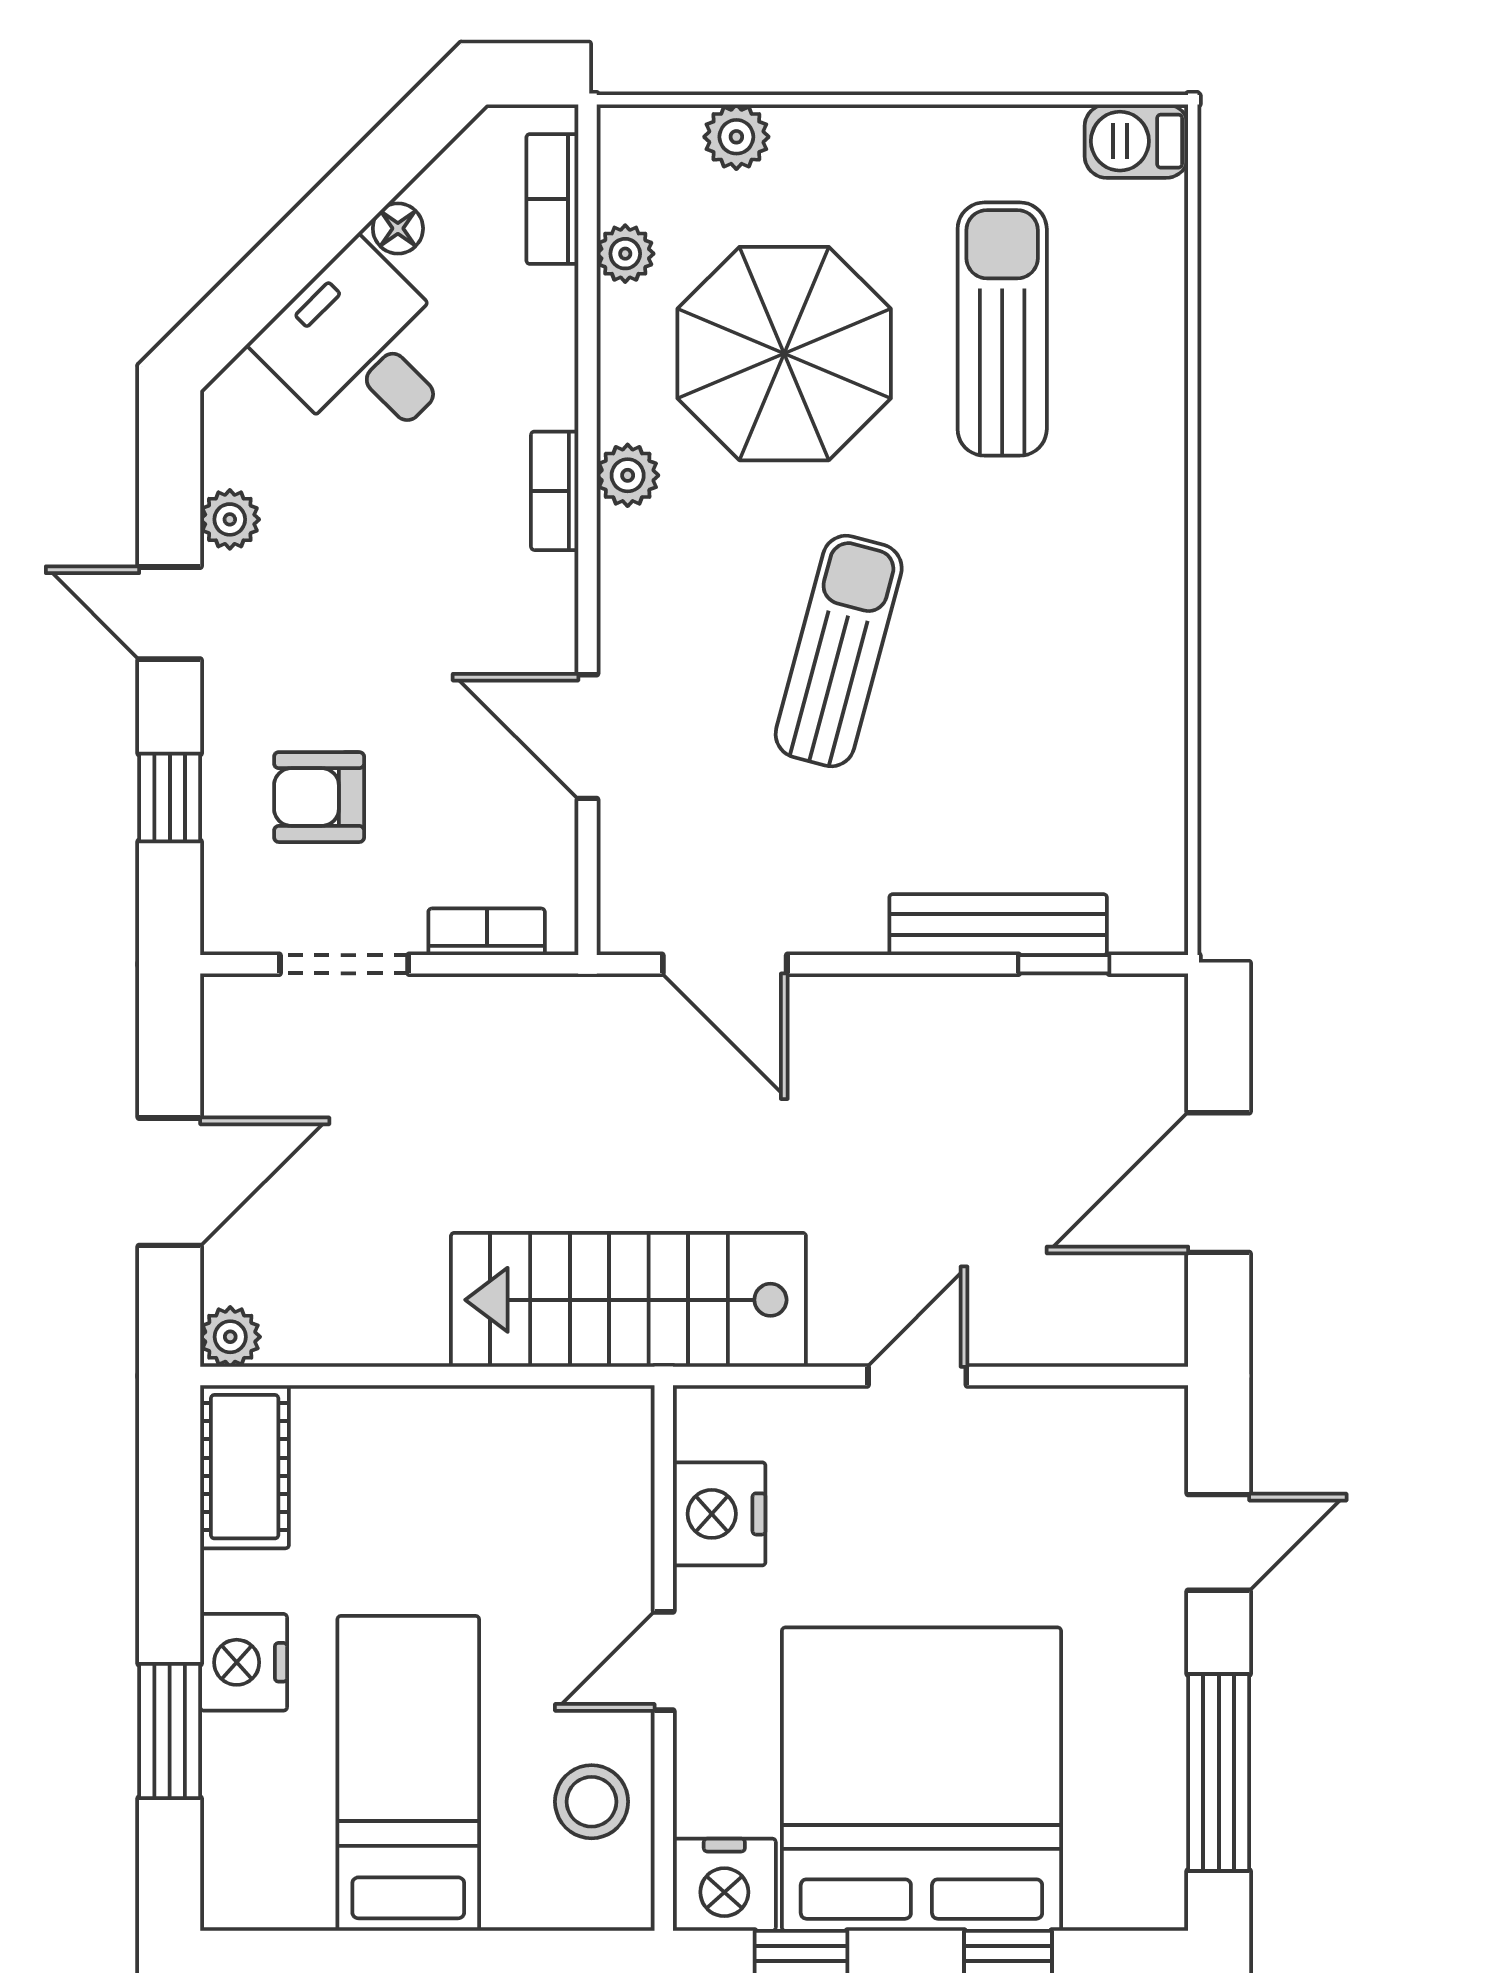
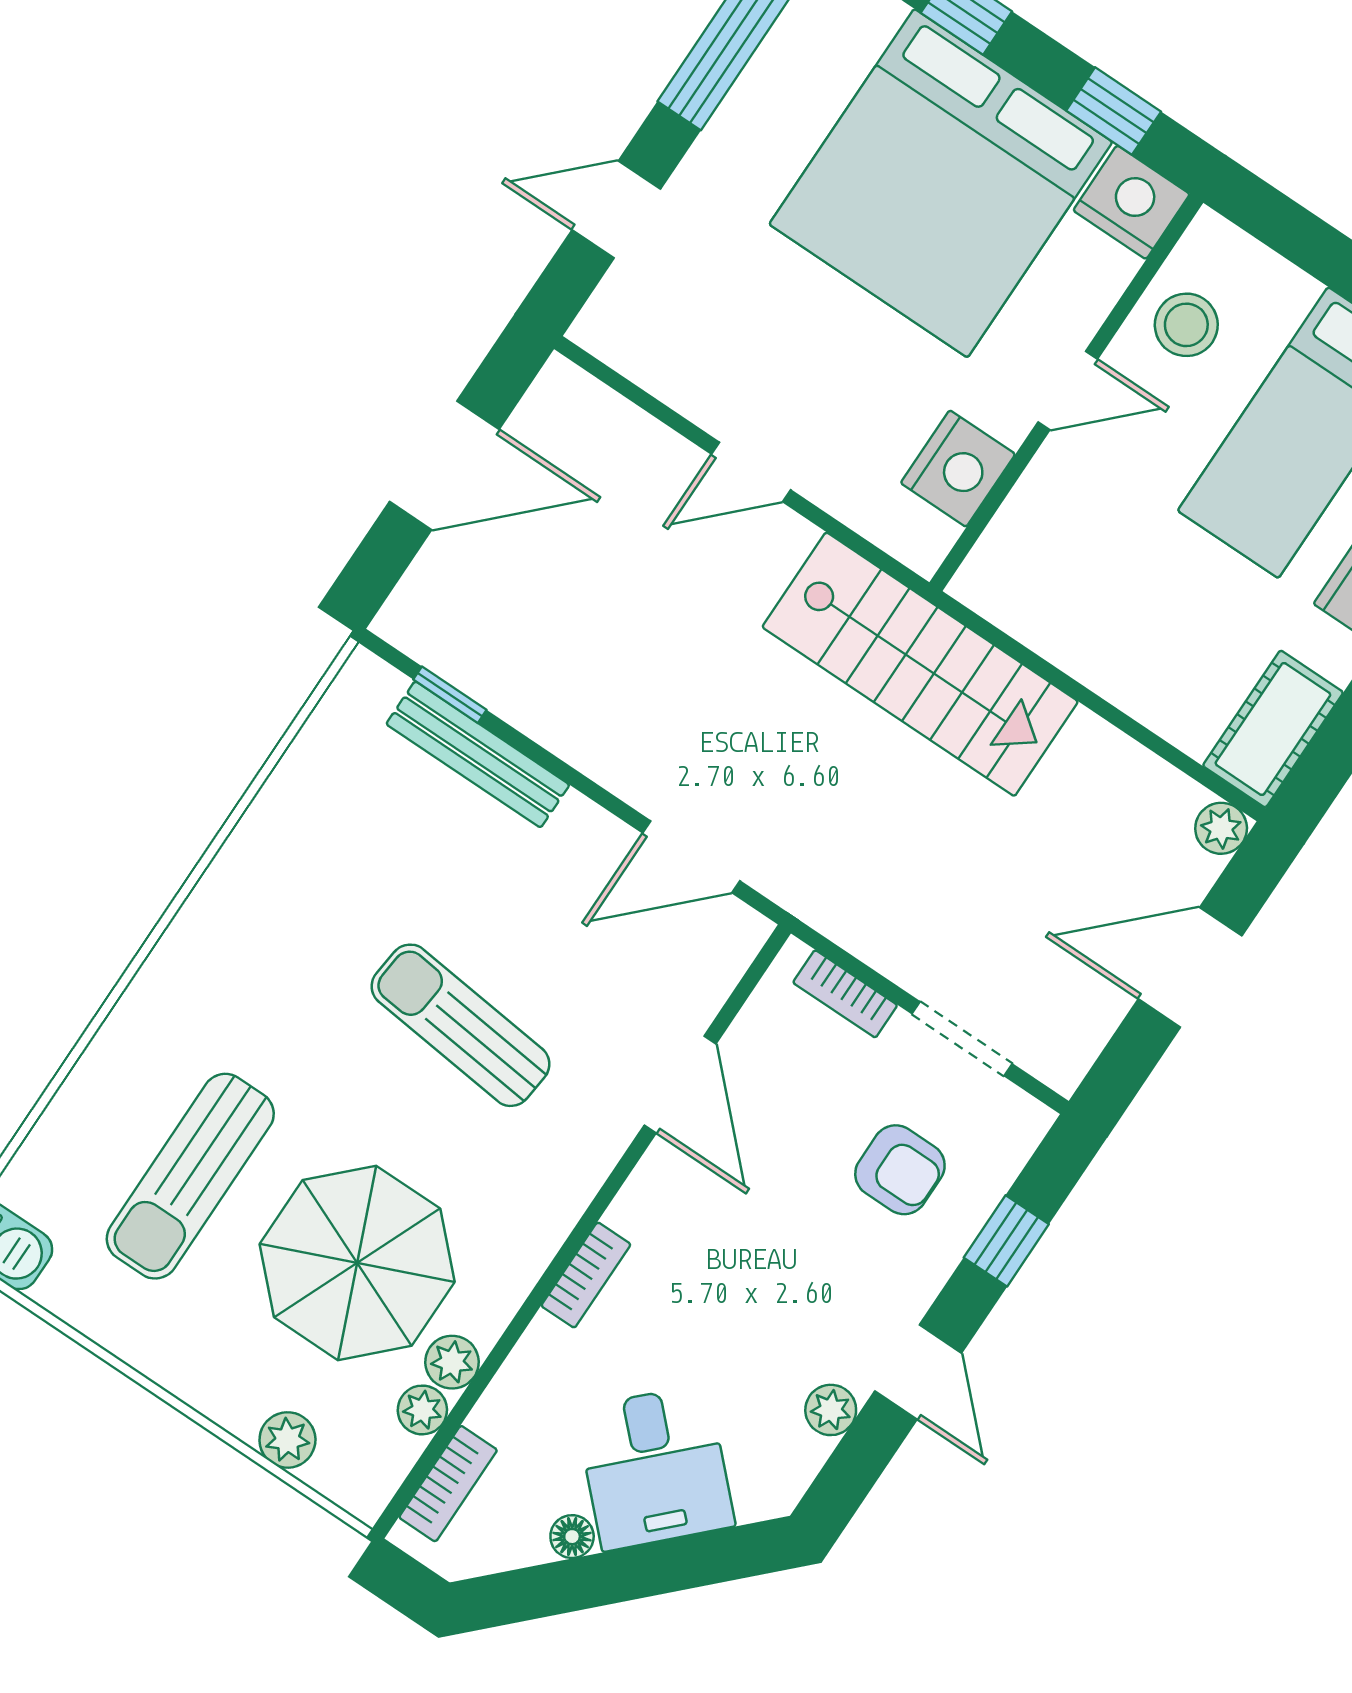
plant: (628, 475) -> (452, 1362), moved
sun lounger: (839, 651) -> (460, 1025), turned 81
door: (725, 964) -> (691, 857), swing flipped

